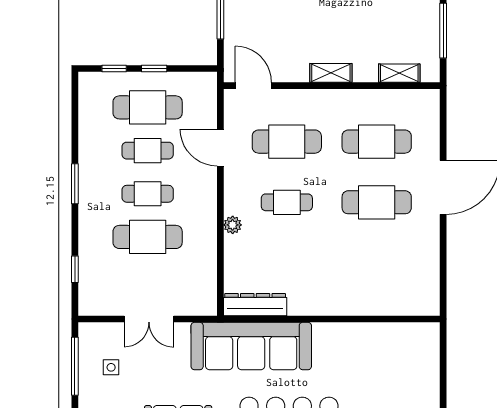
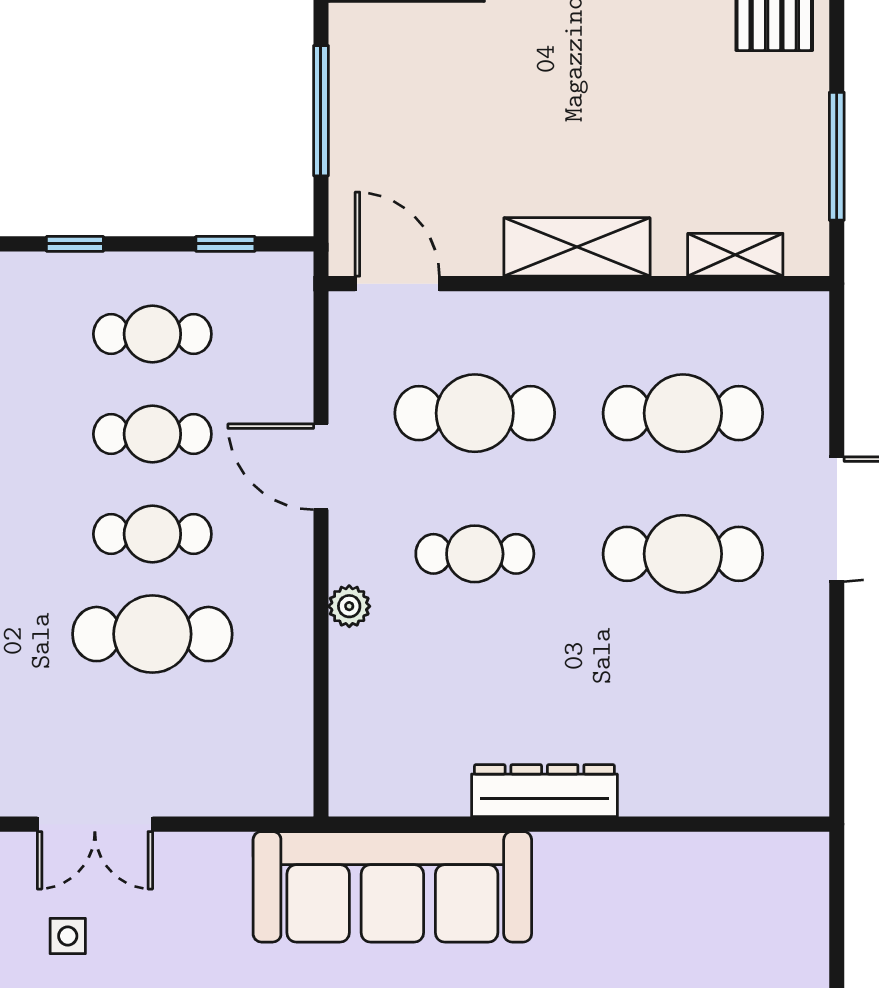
window: (154, 68) -> (225, 244), moved
shelving: (331, 73) -> (577, 247), width x1.50, depth x1.33
cafe table: (148, 107) -> (152, 334), width x0.73, depth x0.74
door: (220, 148) -> (321, 467), moved
dresser: (255, 305) -> (544, 791), moved
double door: (149, 319) -> (95, 824), moved

